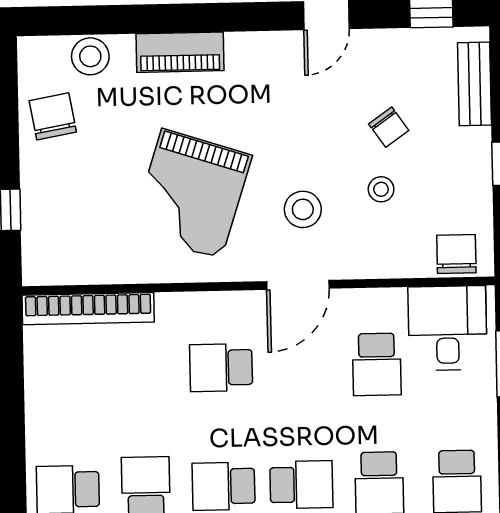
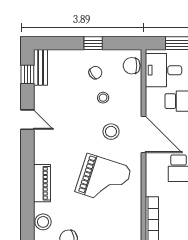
bench: (475, 84) -> (41, 67), moved, turned 90
chair: (389, 127) -> (95, 73), moved
door: (298, 285) -> (144, 134), width x1.36

